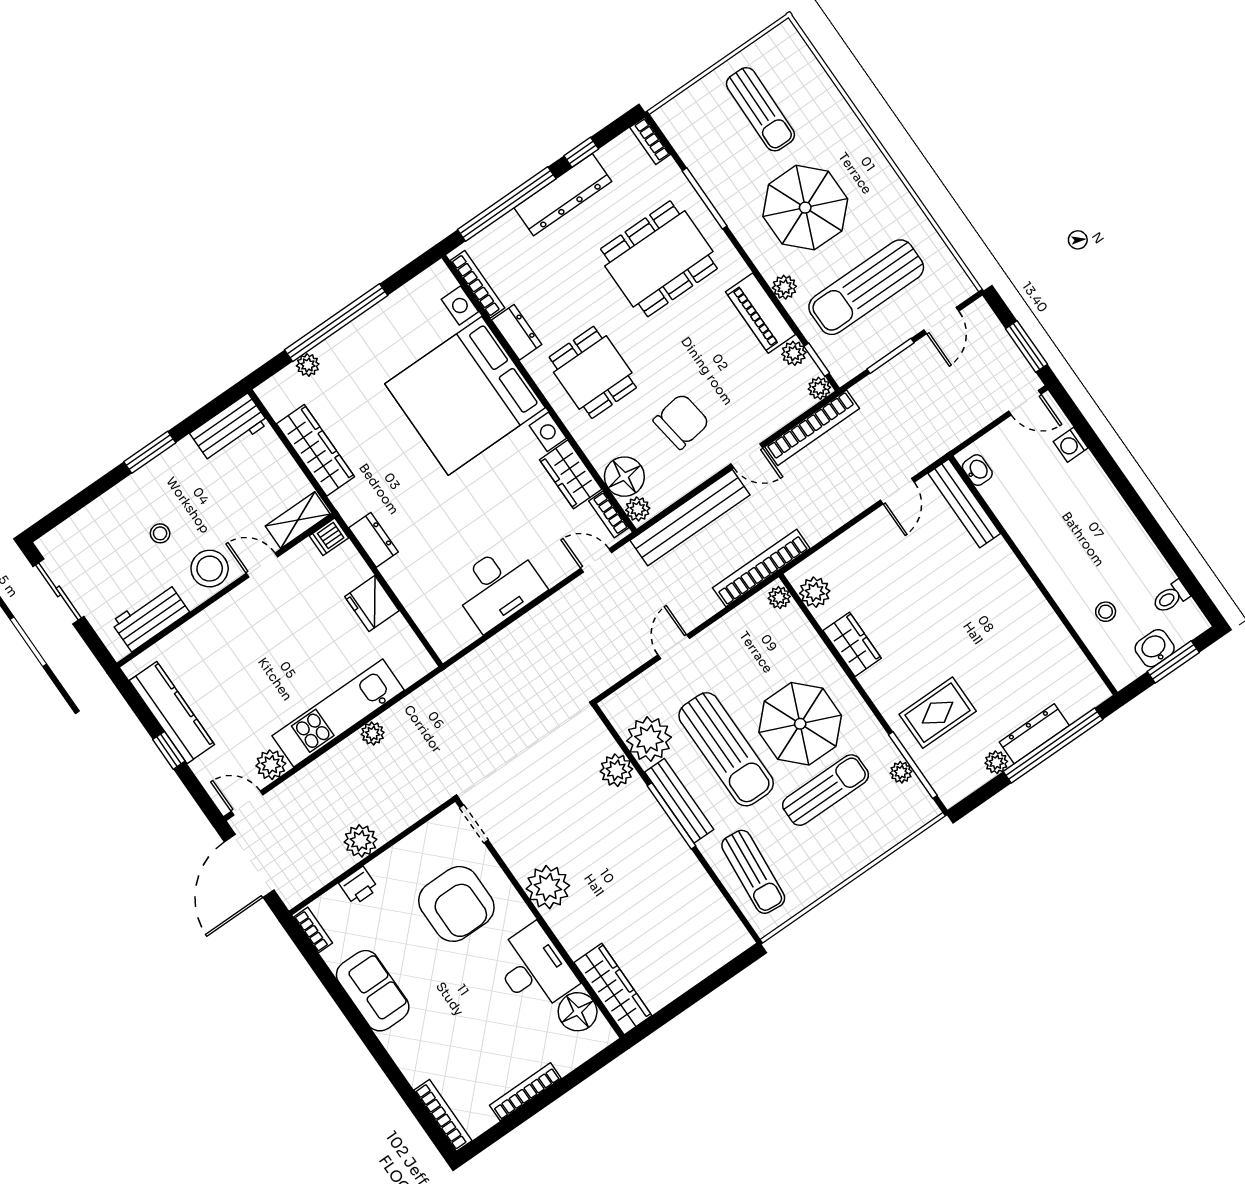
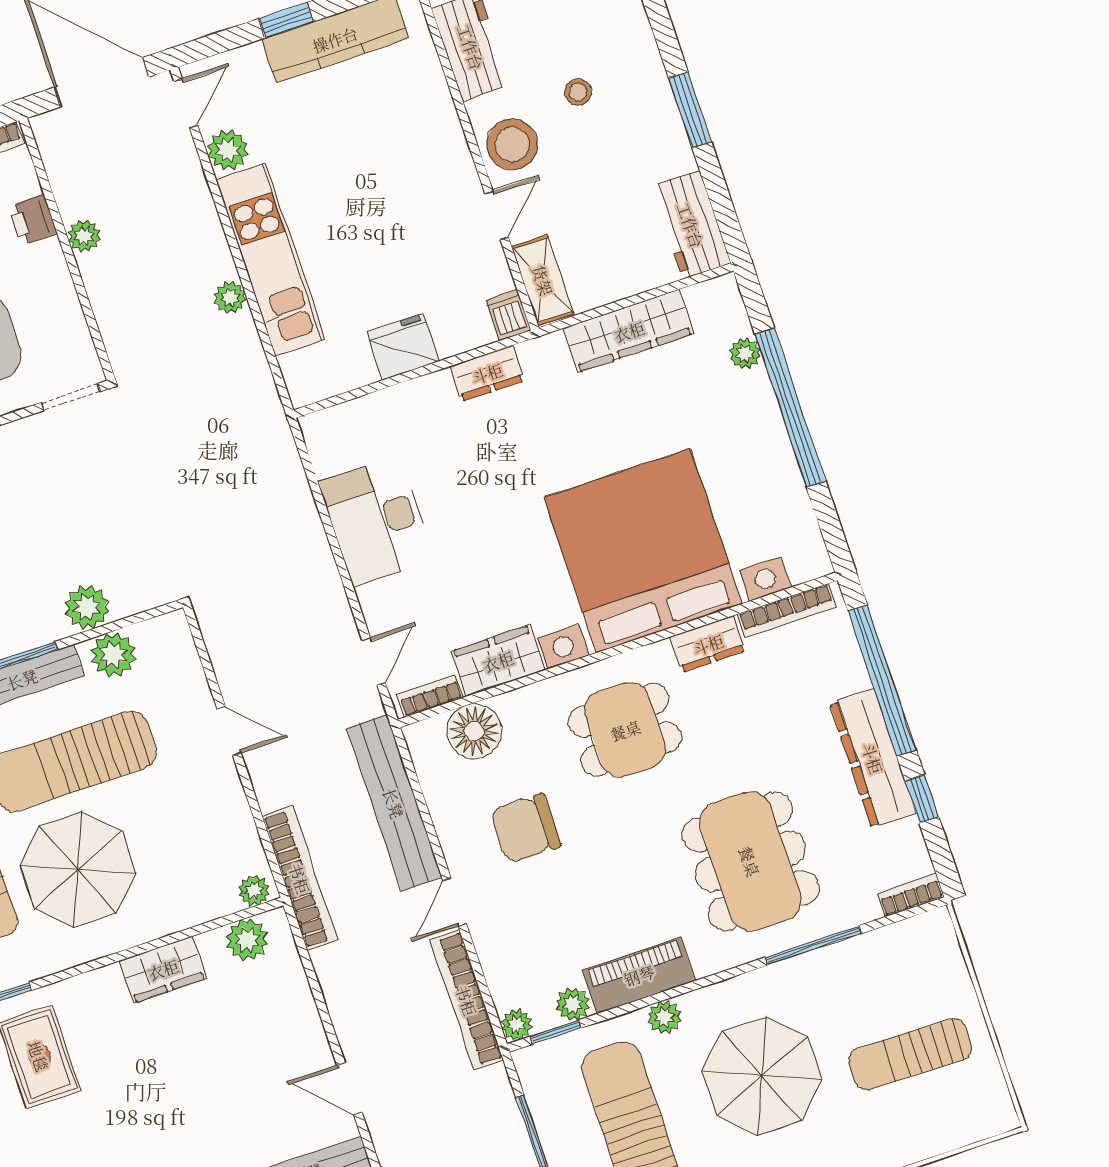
chair: (681, 421) -> (526, 828), turned 98
plant: (638, 509) -> (426, 737), removed
plant: (649, 739) -> (113, 655), width x0.73, depth x0.73
plant: (361, 841) -> (84, 236), width x0.73, depth x0.73

